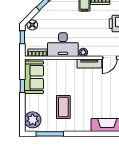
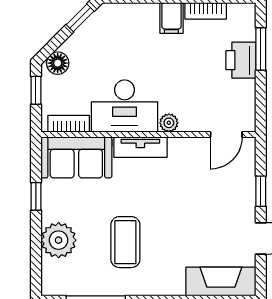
tv unit: (89, 63) -> (140, 147), moved
sofa: (34, 77) -> (76, 157), moved, turned 90
plant: (33, 120) -> (59, 240), moved

